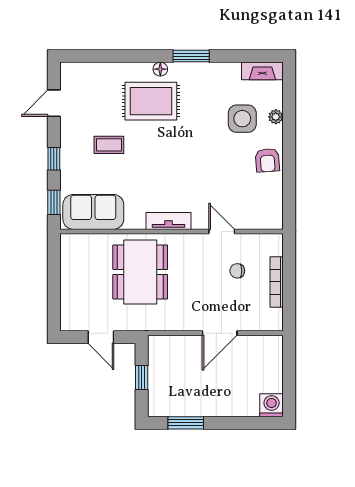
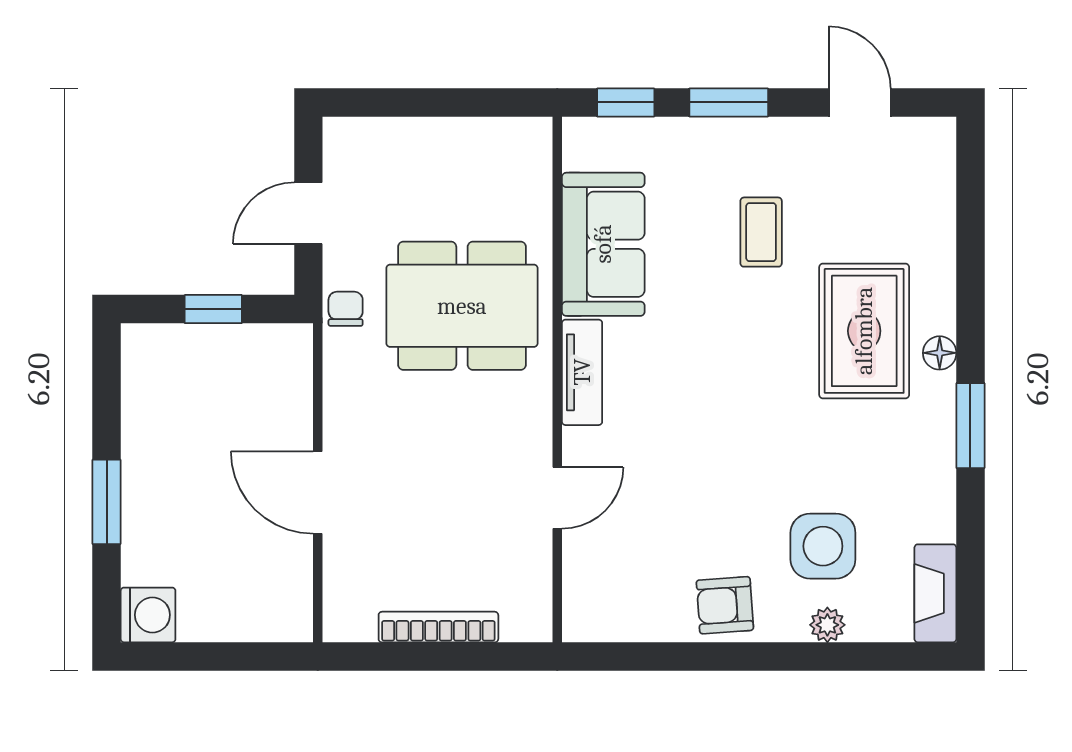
window: (54, 159) -> (729, 102), width x1.50
sofa: (93, 212) -> (603, 244), moved
chair: (237, 271) -> (346, 309), moved
window: (186, 423) -> (107, 502), moved

